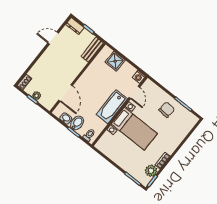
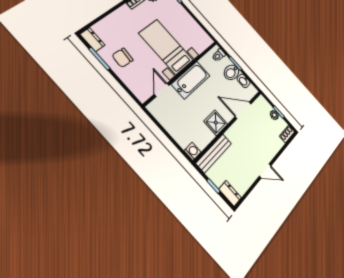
door: (53, 38) -> (265, 171), moved
bench: (92, 50) -> (214, 153), width x1.36
shower: (115, 61) -> (216, 123), moved
washing machine: (139, 77) -> (193, 151), moved
door: (66, 93) -> (243, 110), hinge flipped
dresser: (190, 117) -> (92, 40), added

